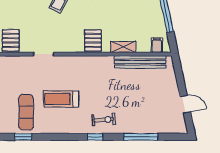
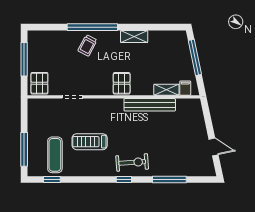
shelving: (123, 47) -> (166, 90), moved
bench: (140, 62) -> (150, 105), moved
exercise bike: (104, 120) -> (132, 162), width x1.38, depth x1.39

